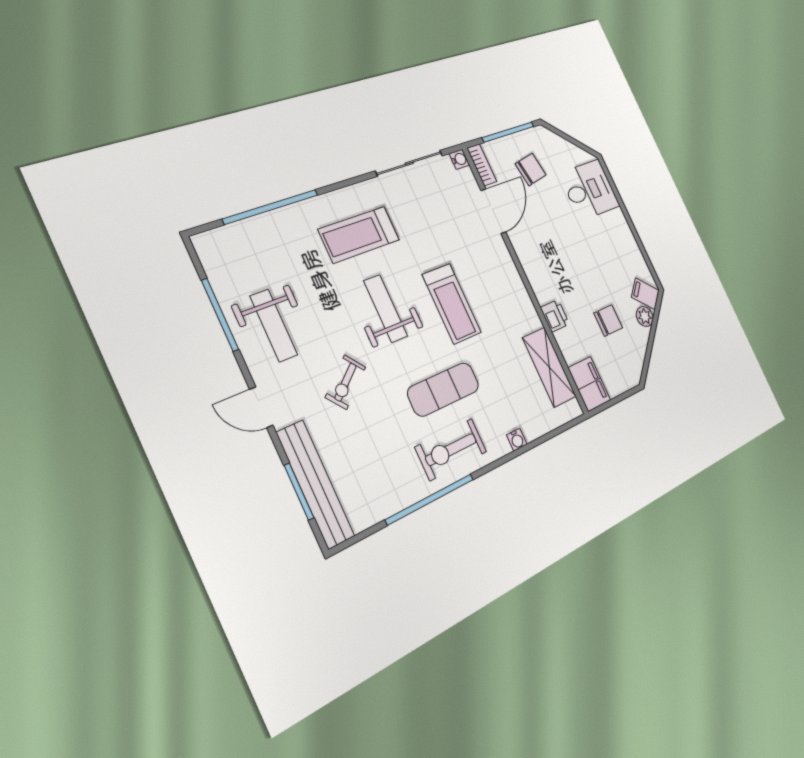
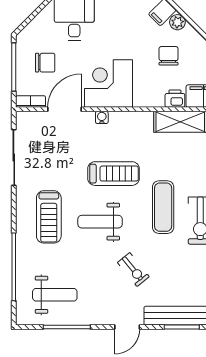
water cooler: (459, 159) -> (102, 117), moved
chair: (531, 169) -> (45, 63), turned 100
door: (493, 211) -> (65, 109), hinge flipped
corner desk: (546, 257) -> (109, 84), added
printer: (555, 316) -> (175, 99), moved
weight bench: (274, 325) -> (55, 295), moved

